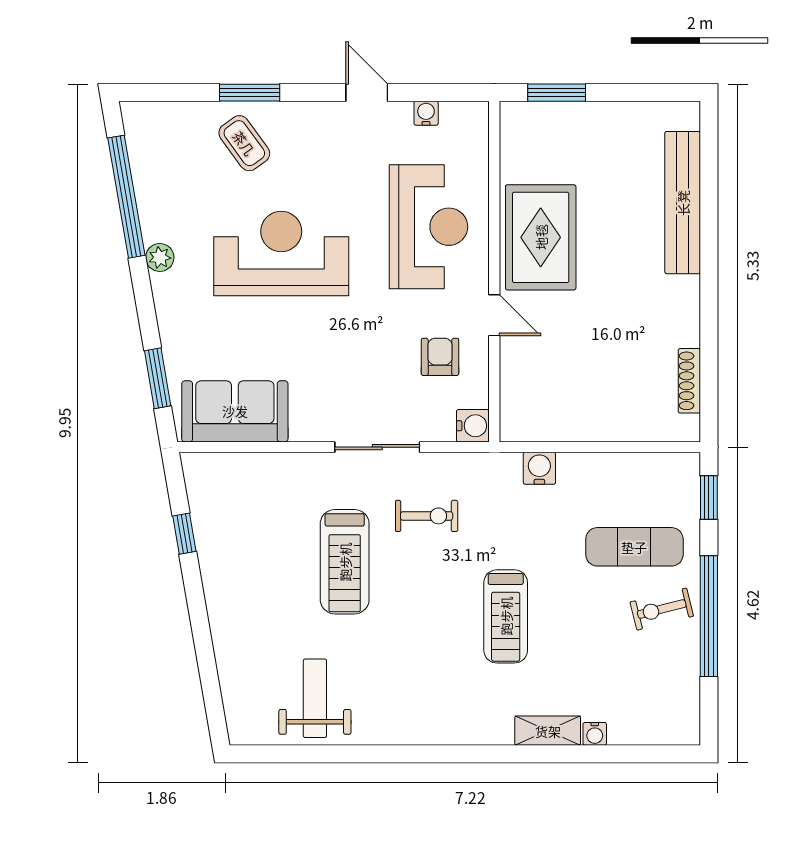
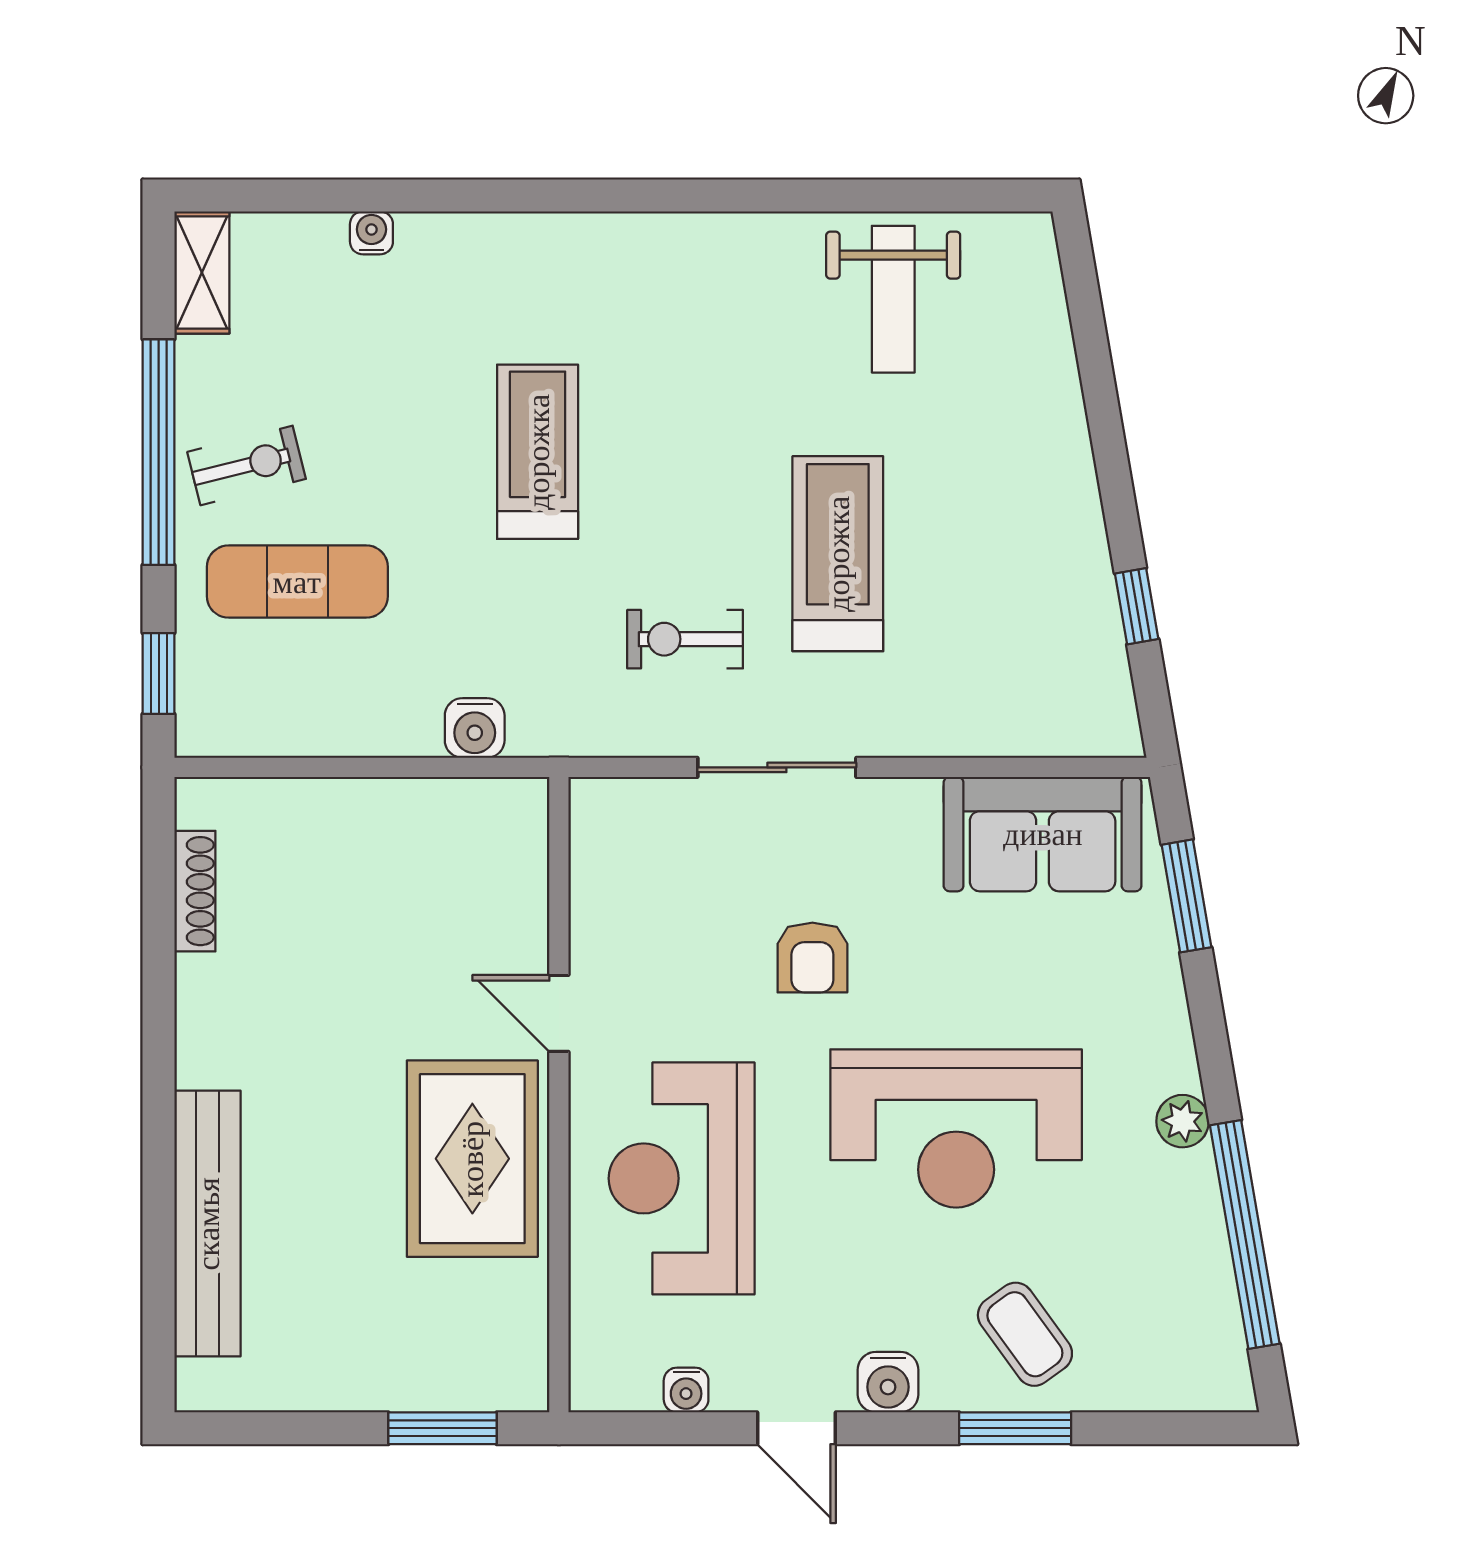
armchair: (440, 357) -> (812, 957), moved
water cooler: (473, 426) -> (888, 1382), moved, turned -90
shelving: (548, 731) -> (202, 272), moved, turned 90

